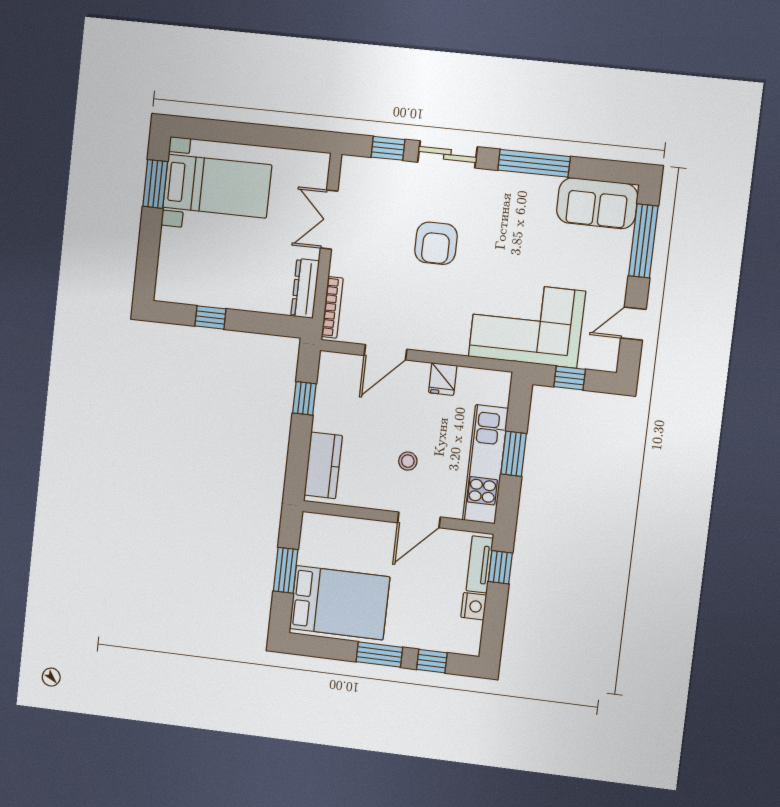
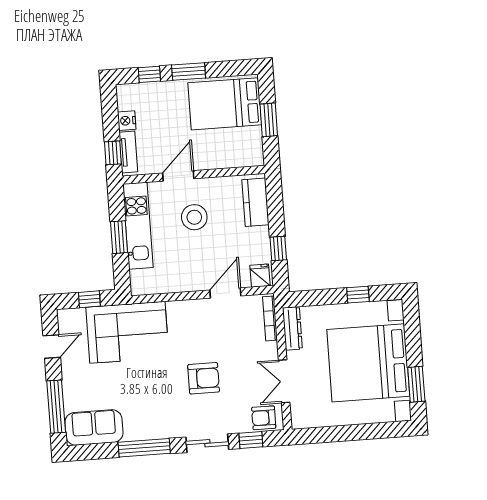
armchair: (365, 175) -> (264, 418), added
bed with nightstands: (217, 186) -> (368, 363), width x1.85
double door: (329, 220) -> (284, 381), swing flipped
armchair: (436, 243) -> (204, 378), turned 90
fridge: (443, 379) -> (260, 276), moved
stool: (408, 461) -> (194, 217), width x1.89, depth x1.89

